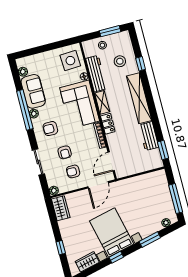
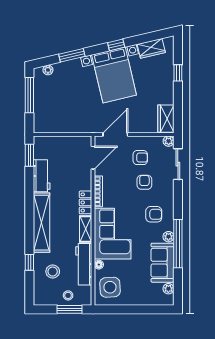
window: (110, 31) -> (70, 309), moved
sliding door: (38, 162) -> (178, 164), moved

